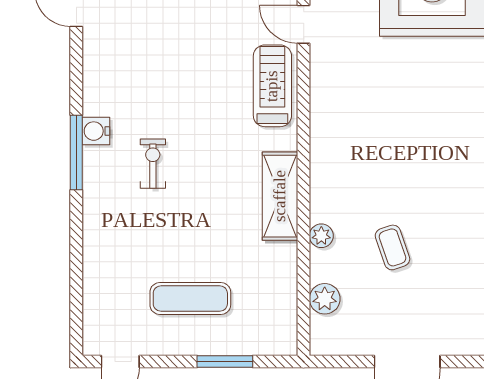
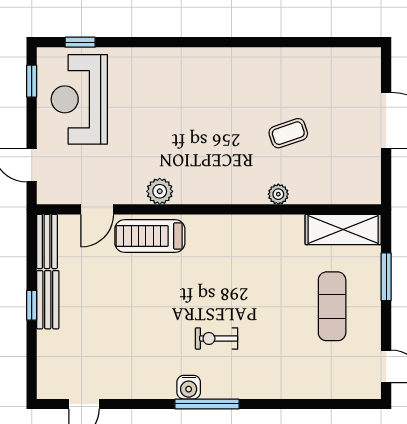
shelving: (280, 196) -> (343, 230), moved
plant: (325, 299) -> (160, 191), moved

